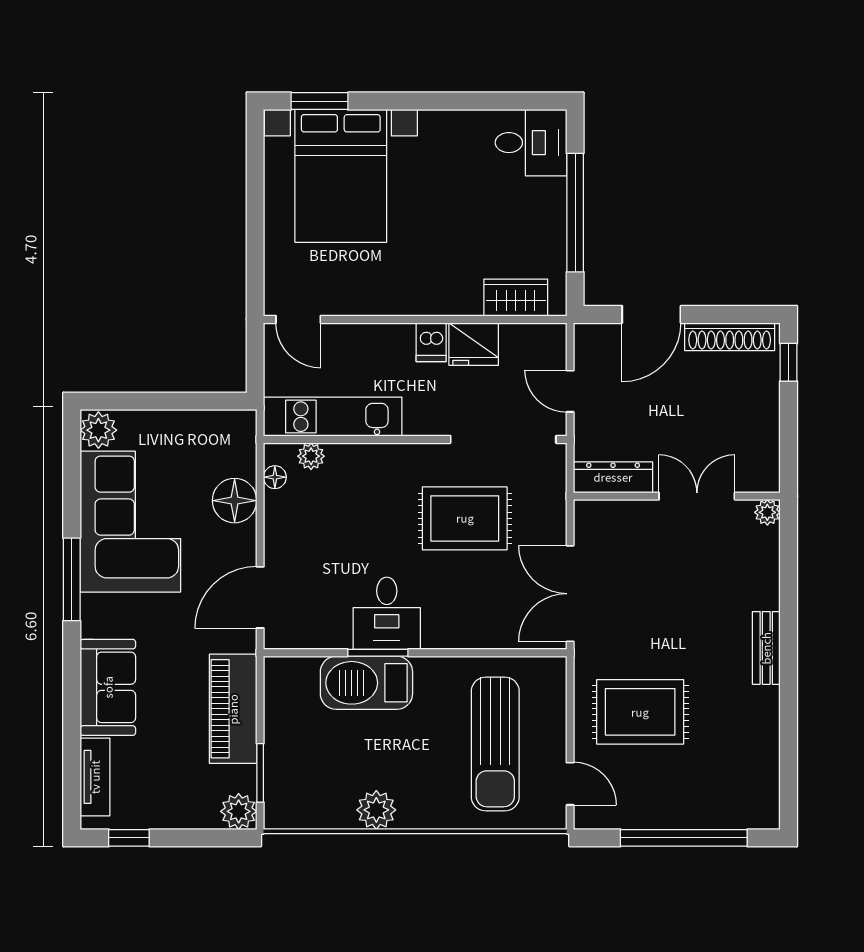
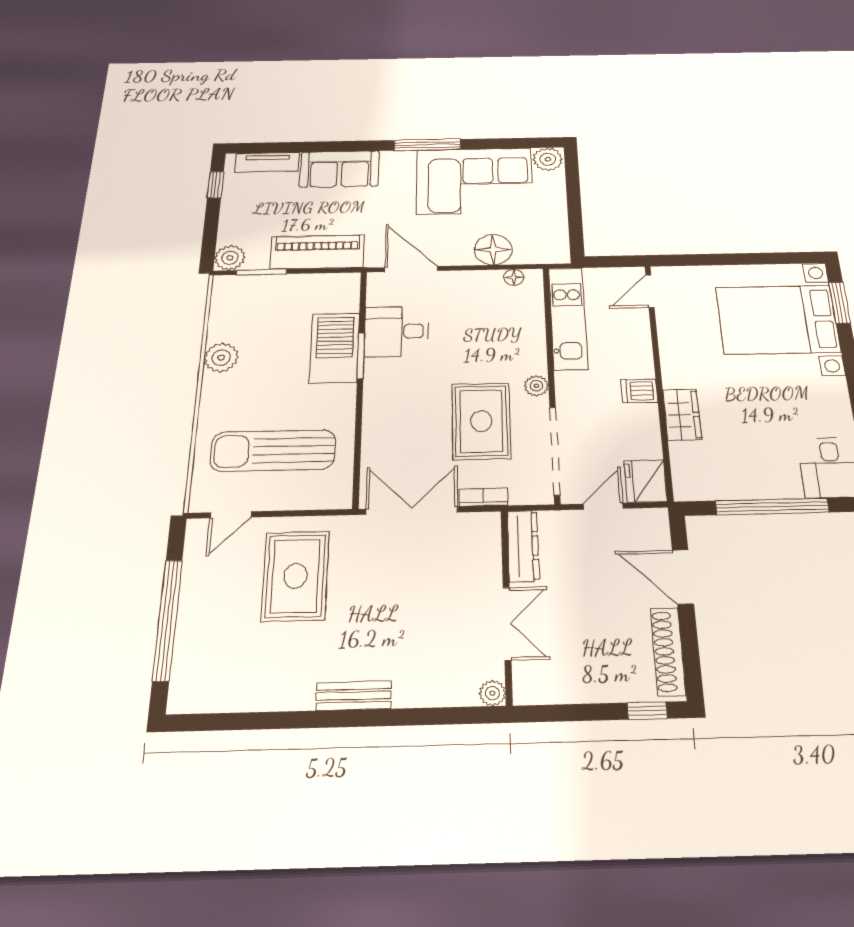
wardrobe: (516, 298) -> (682, 415), moved
fridge: (474, 344) -> (646, 481), moved
plant: (311, 456) -> (536, 386), moved
bookcase: (557, 517) -> (484, 497), added
desk: (387, 613) -> (396, 331), moved

